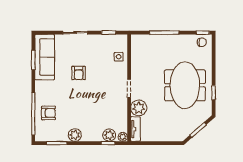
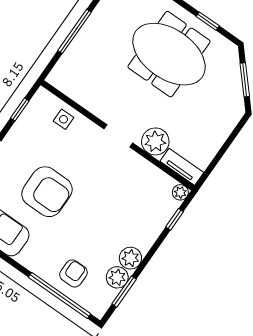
armchair: (79, 73) -> (47, 192), width x1.88, depth x1.88
plant: (109, 135) -> (117, 277), moved

